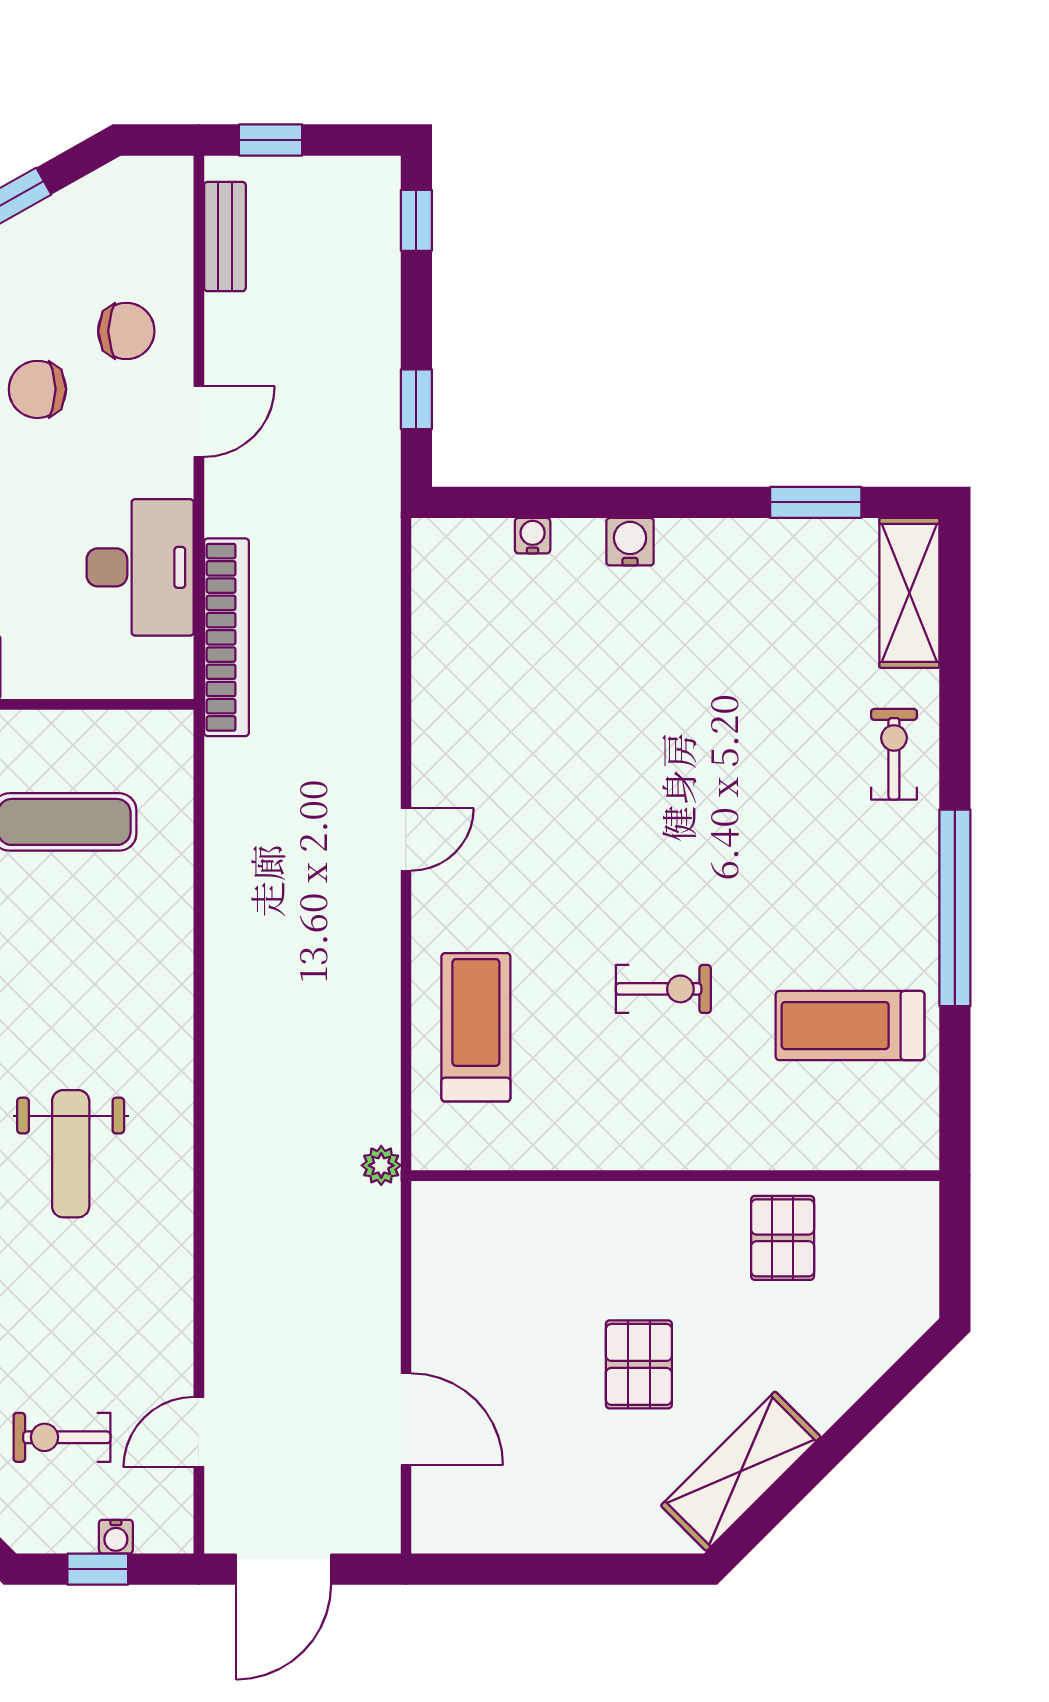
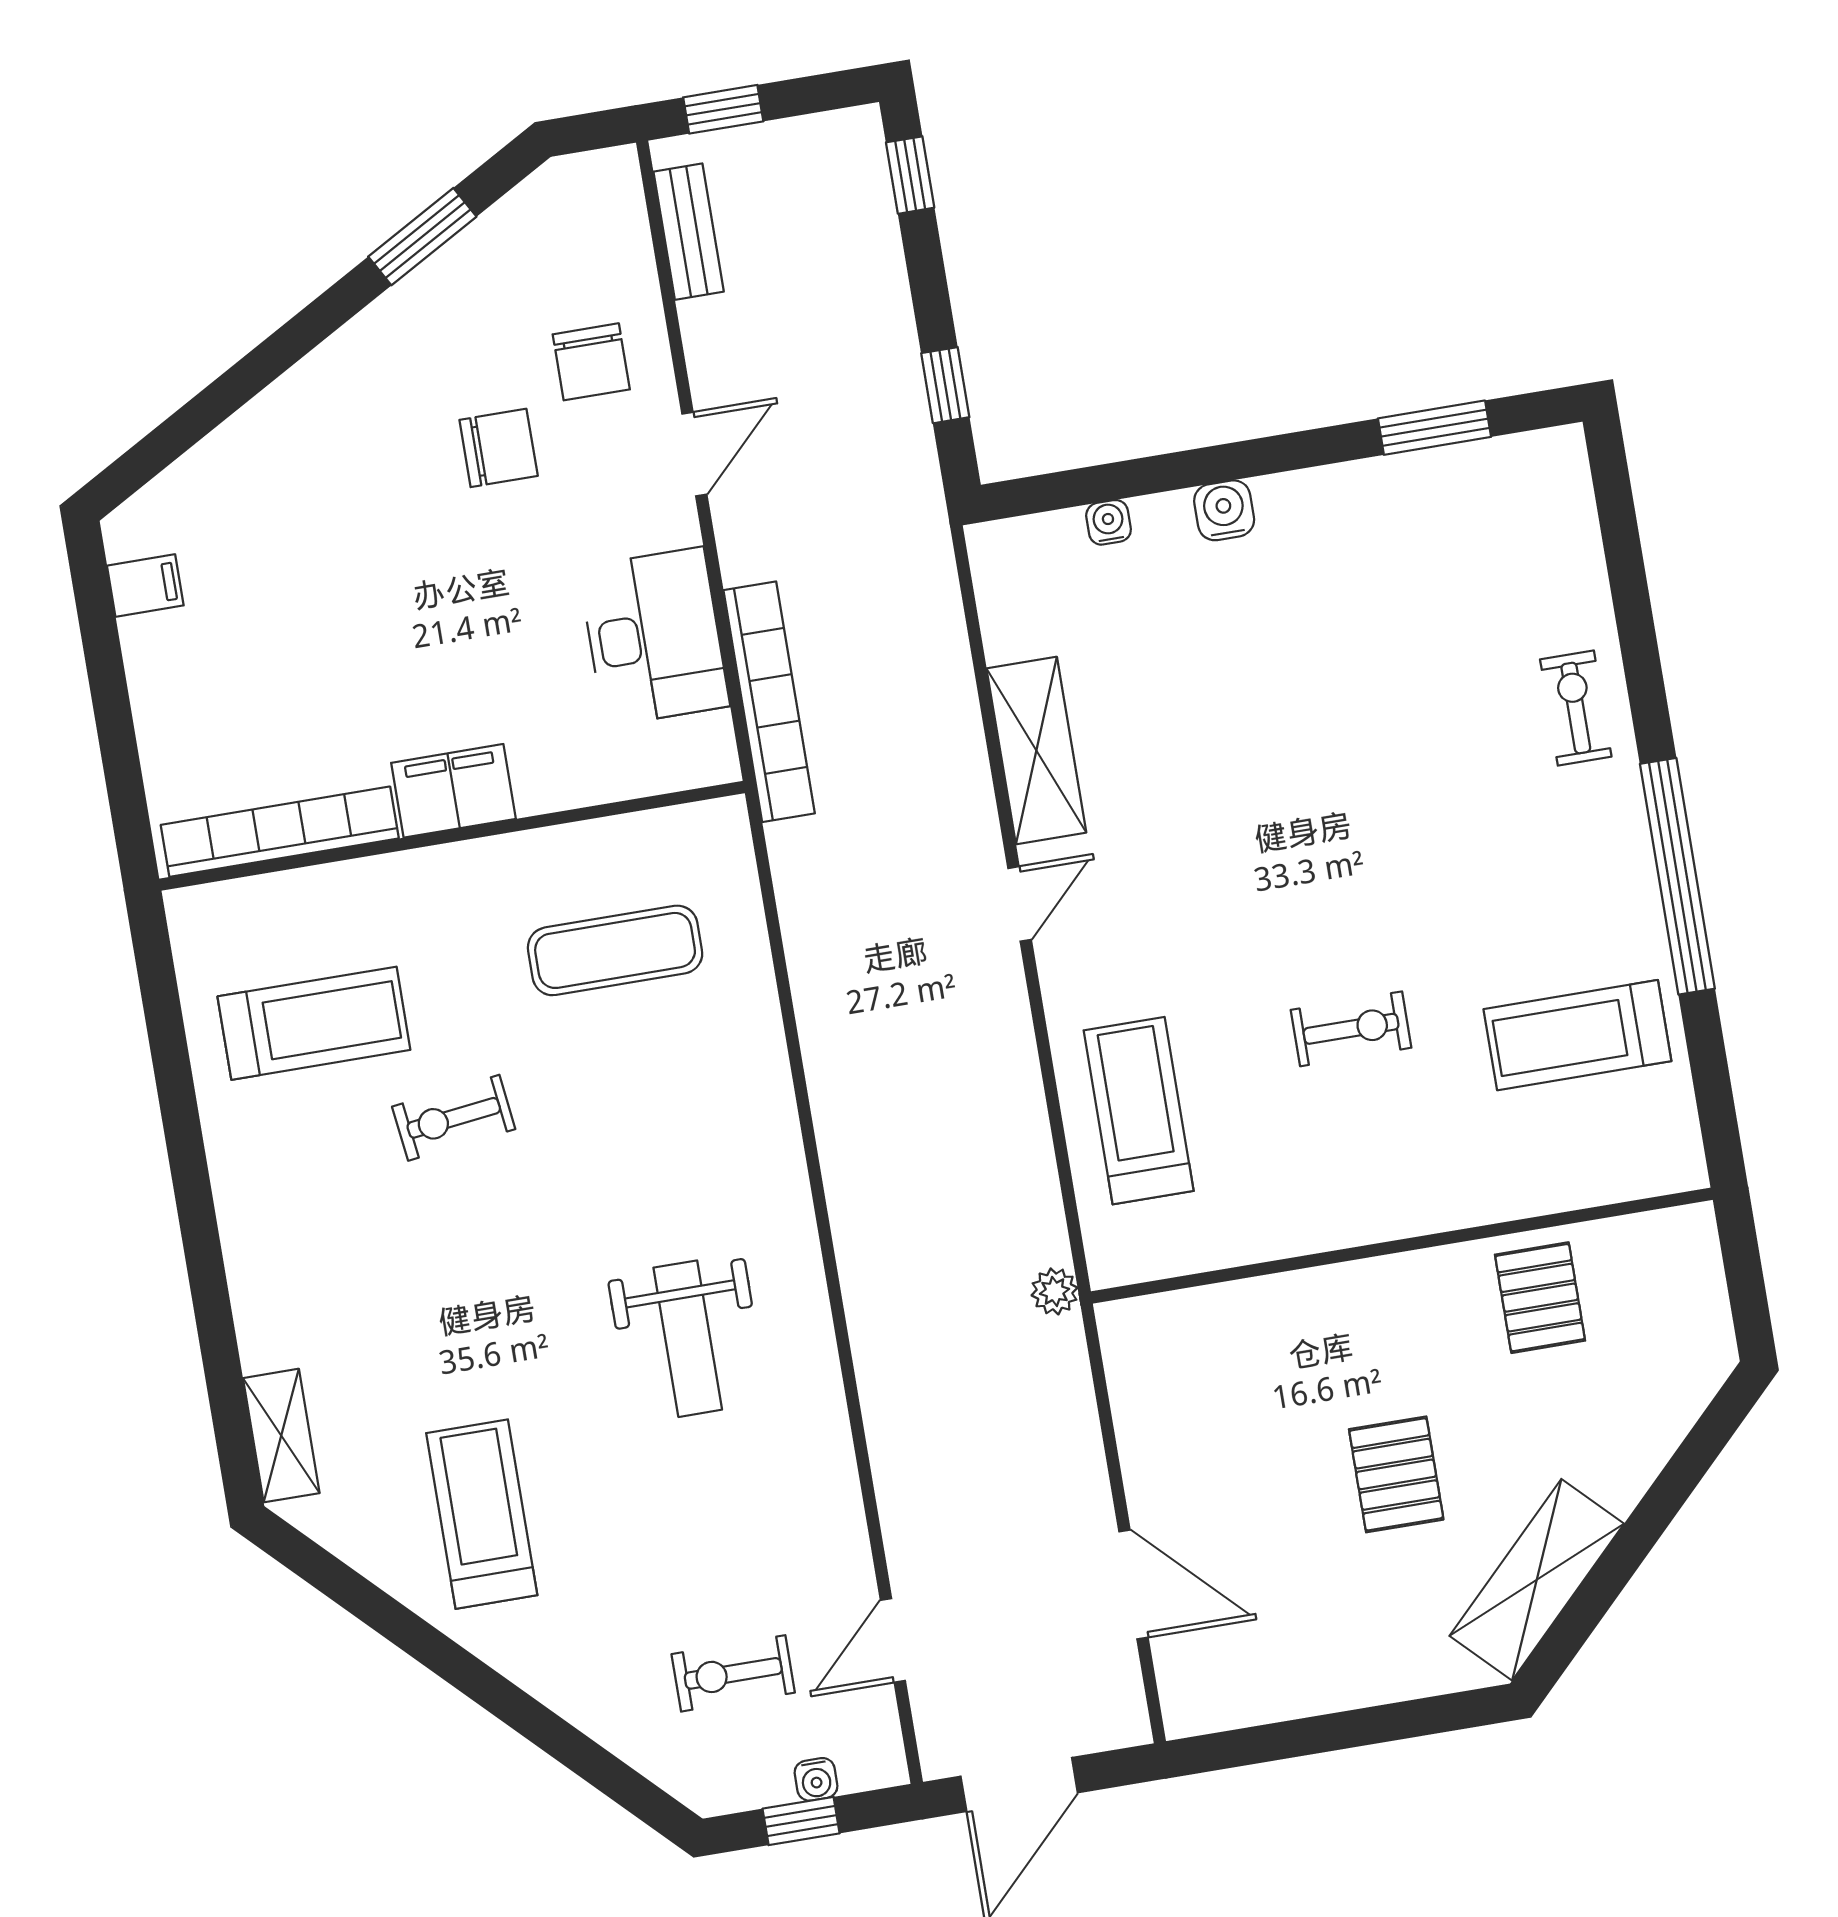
chair: (126, 331) -> (591, 362), turned 90
chair: (37, 389) -> (499, 448), turned 180
shelving: (909, 593) -> (1036, 751), moved

